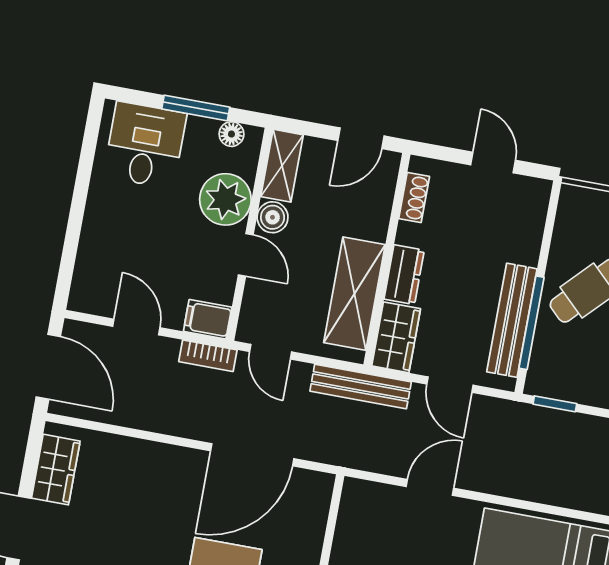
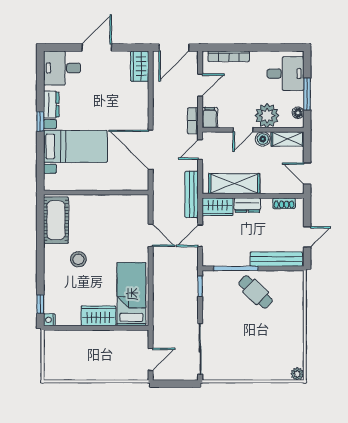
bookcase: (87, 257) -> (229, 56), added
bench: (512, 320) -> (276, 259), moved
wardrobe: (56, 470) -> (140, 66), moved, turned 90

